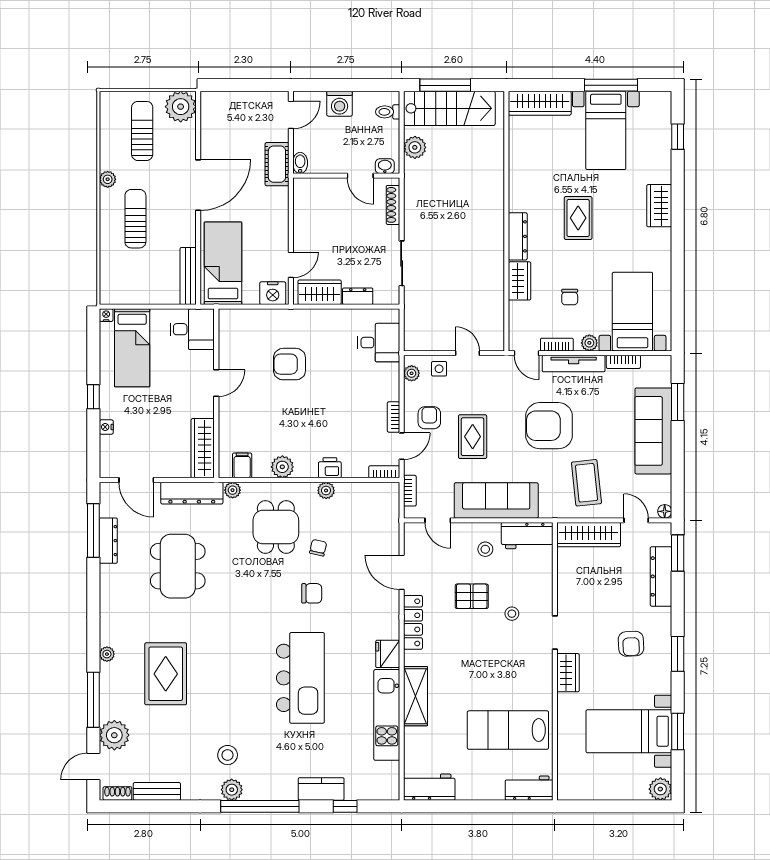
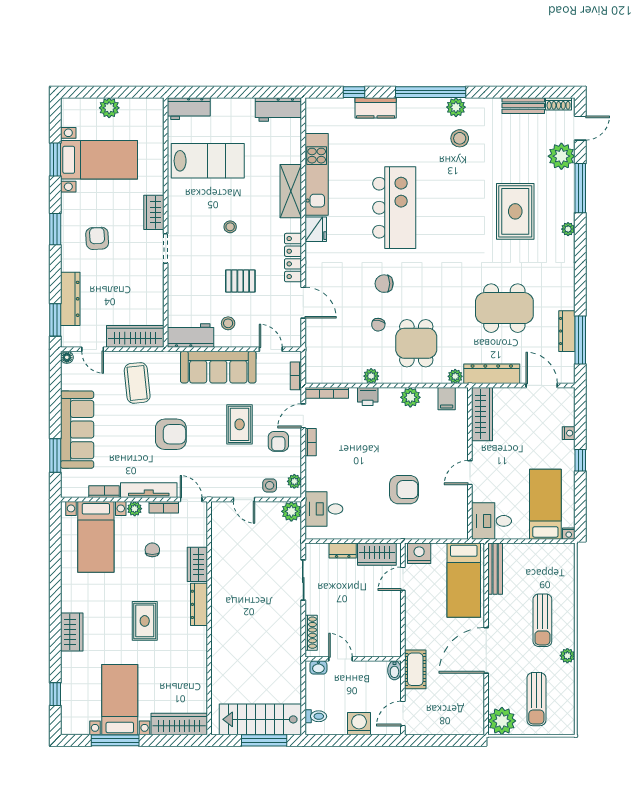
plant: (415, 147) -> (291, 511), moved
armchair: (549, 426) -> (171, 434), width x0.73, depth x0.73
bookcase: (384, 472) -> (327, 393), width x1.56
dining table: (178, 566) -> (504, 308), turned 90
stool: (512, 614) -> (230, 227), moved
kitchen island: (300, 678) -> (394, 208), turned 180
plant: (660, 789) -> (109, 108), moved

